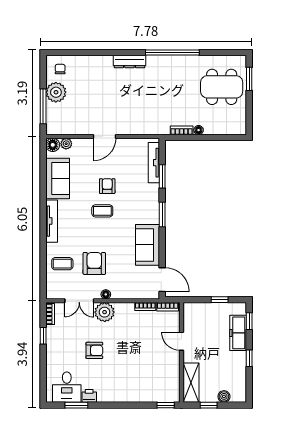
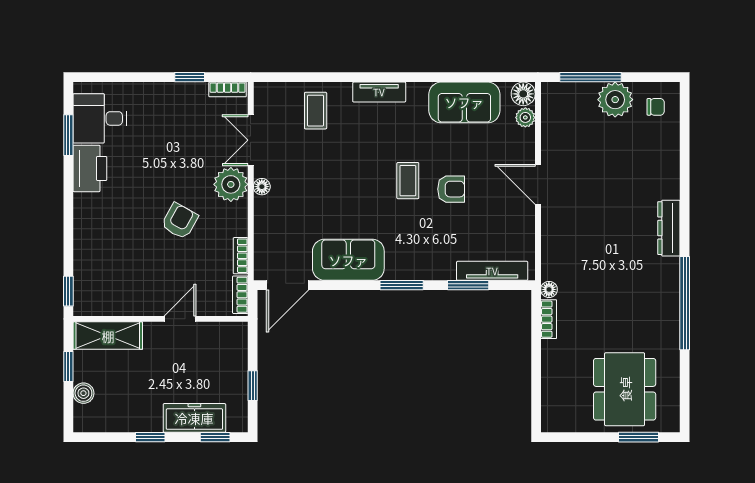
floor lamp: (199, 130) -> (549, 289), moved
tv unit: (52, 221) -> (379, 92), width x0.71
armchair: (94, 263) -> (316, 167), removed
armchair: (94, 350) -> (180, 221), moved, turned -151
printer: (89, 396) -> (90, 168), width x1.87, depth x1.48

